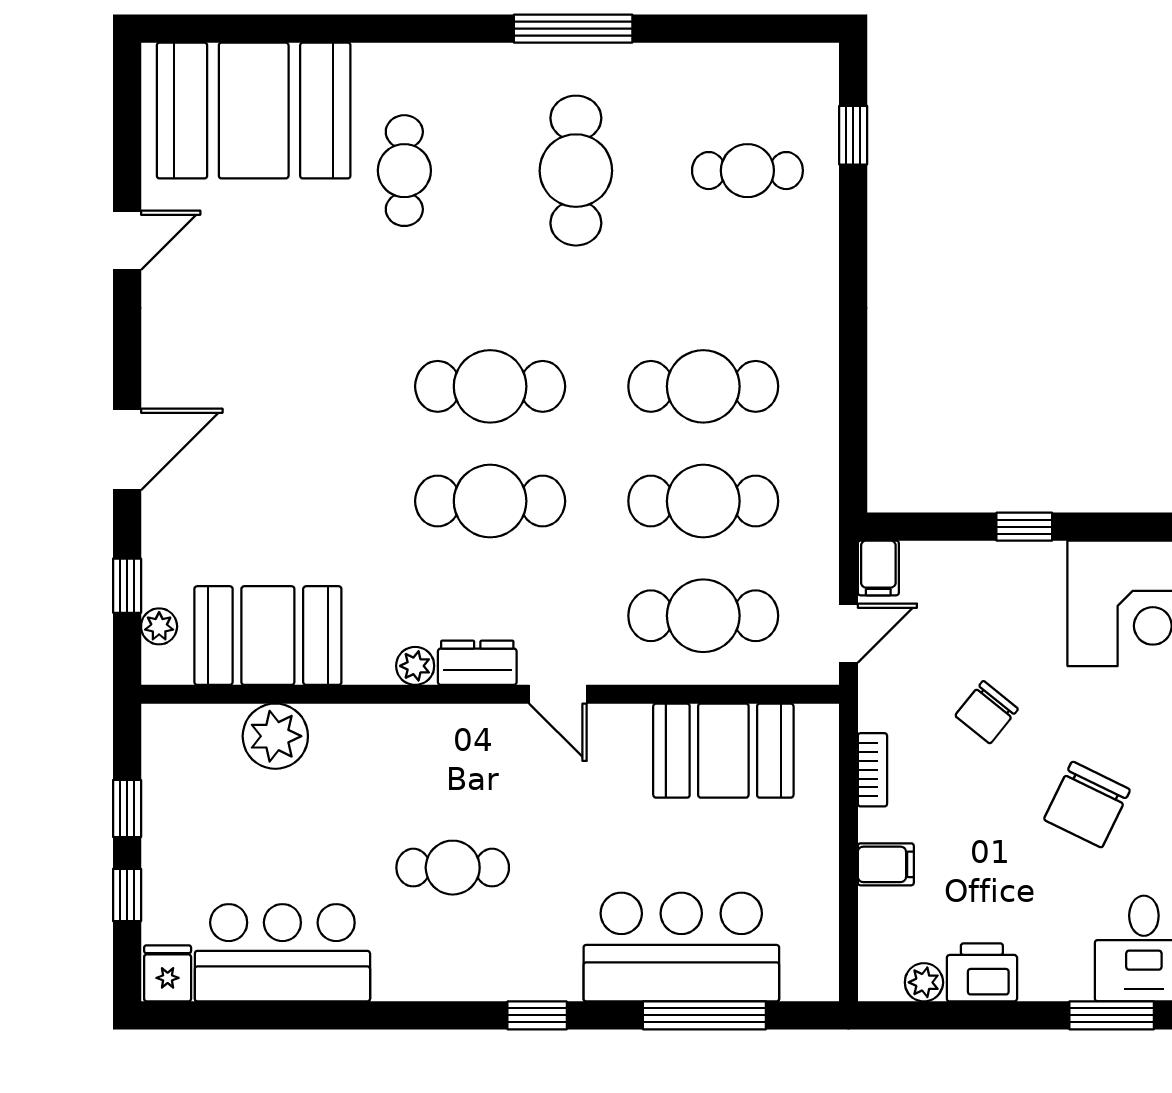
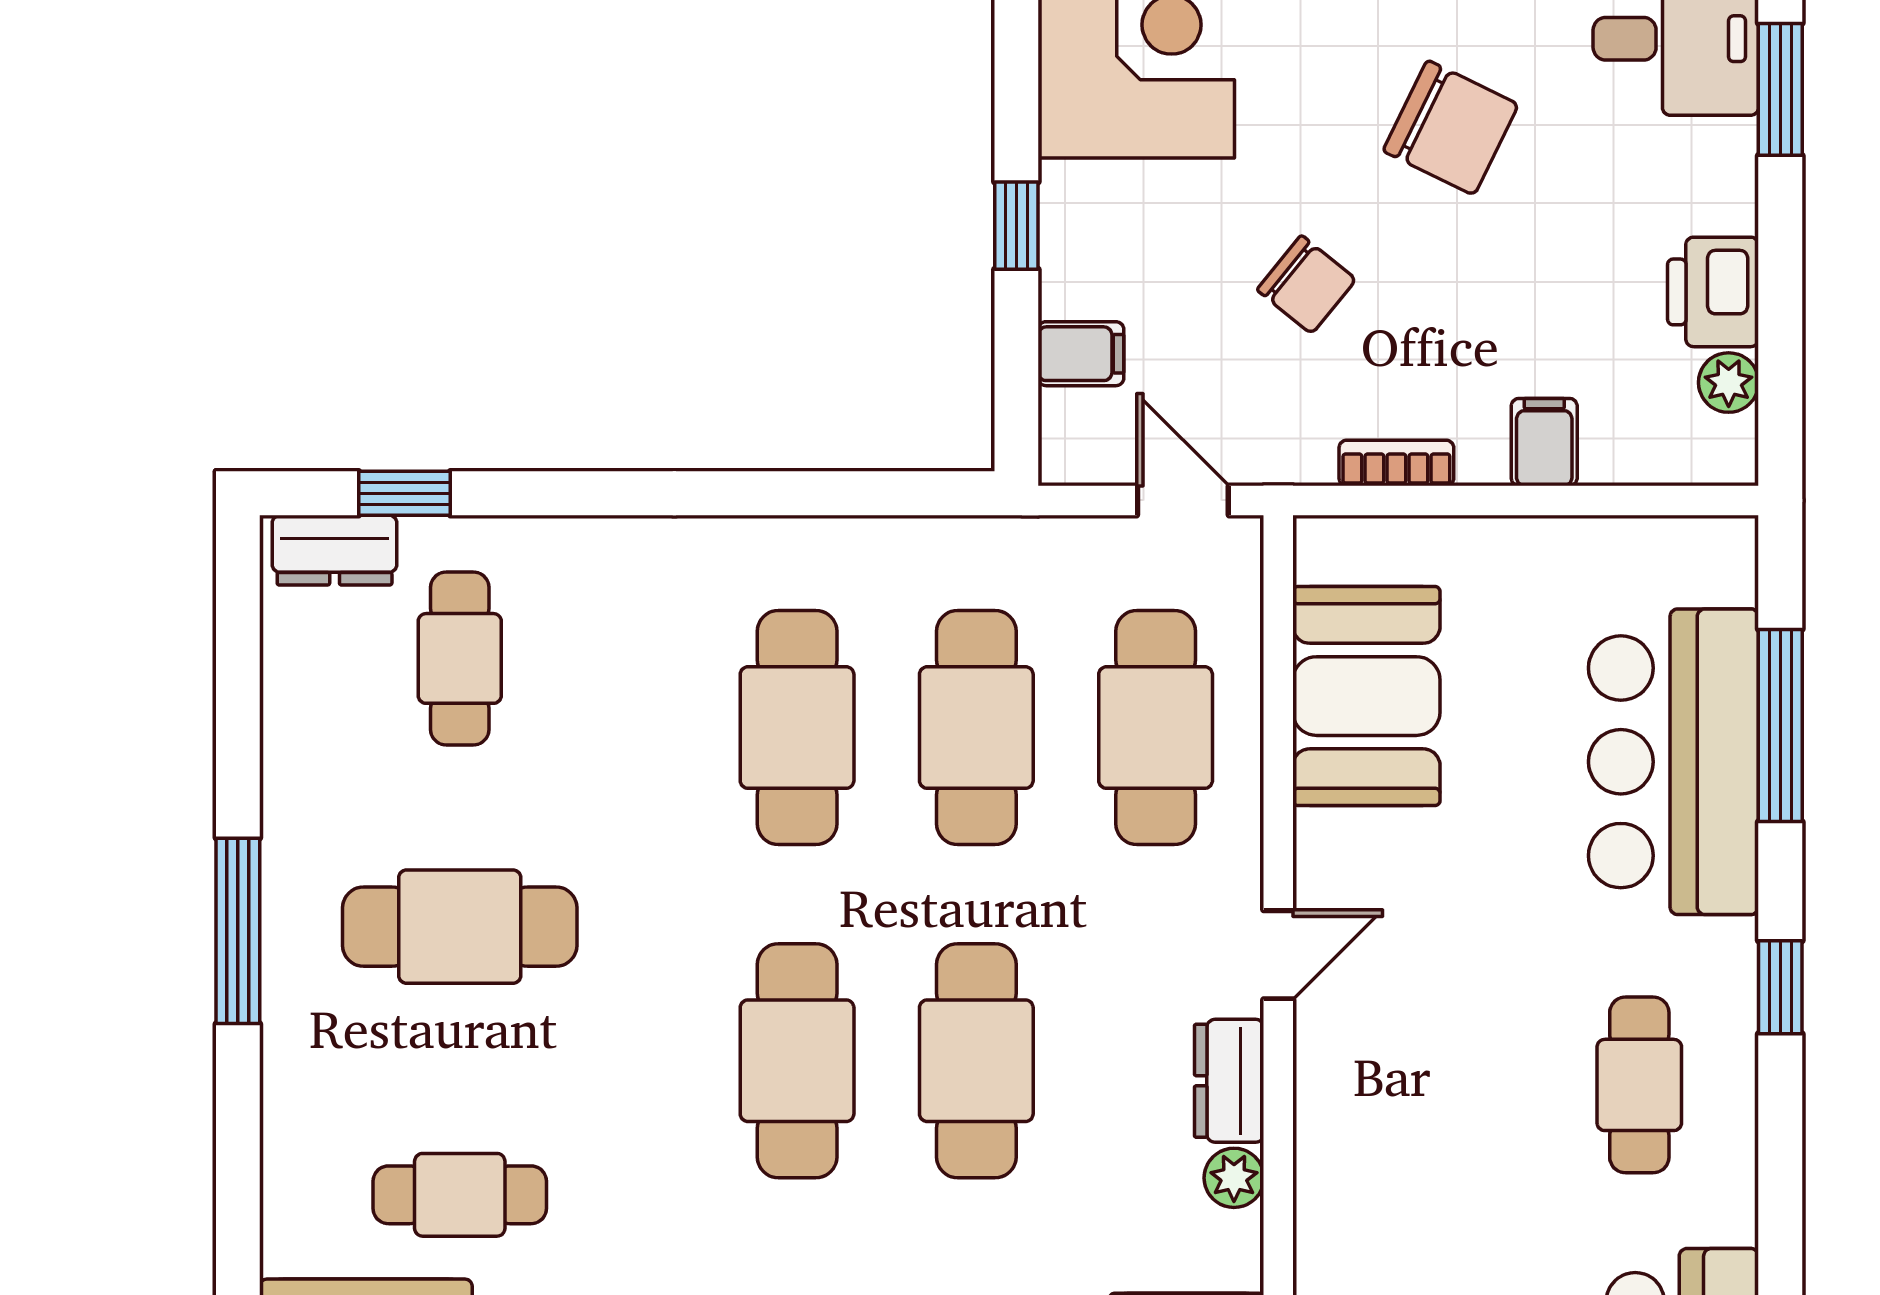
dresser: (817, 90) -> (335, 550), added
filing cabinet: (878, 568) -> (1081, 354), moved
cafe table: (453, 868) -> (1639, 1085), moved

